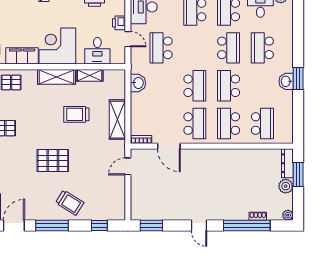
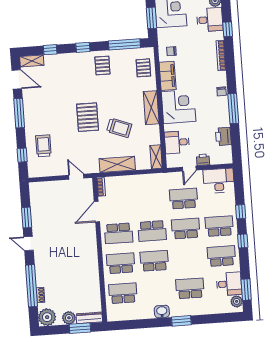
school desk: (229, 48) -> (186, 229), moved, turned 180
shelving: (90, 75) -> (156, 157), moved
window: (298, 78) -> (181, 321), moved
washbasin: (138, 83) -> (151, 180), removed
trolley: (76, 114) -> (119, 128), turned 111
school desk: (262, 124) -> (123, 293), turned 180
pallet: (53, 161) -> (88, 117), moved
trolley: (70, 203) -> (43, 146), moved, turned 148
plant: (288, 215) -> (47, 317), width x1.88, depth x1.88
window: (151, 226) -> (27, 218), moved
door: (199, 226) -> (28, 244), hinge flipped

